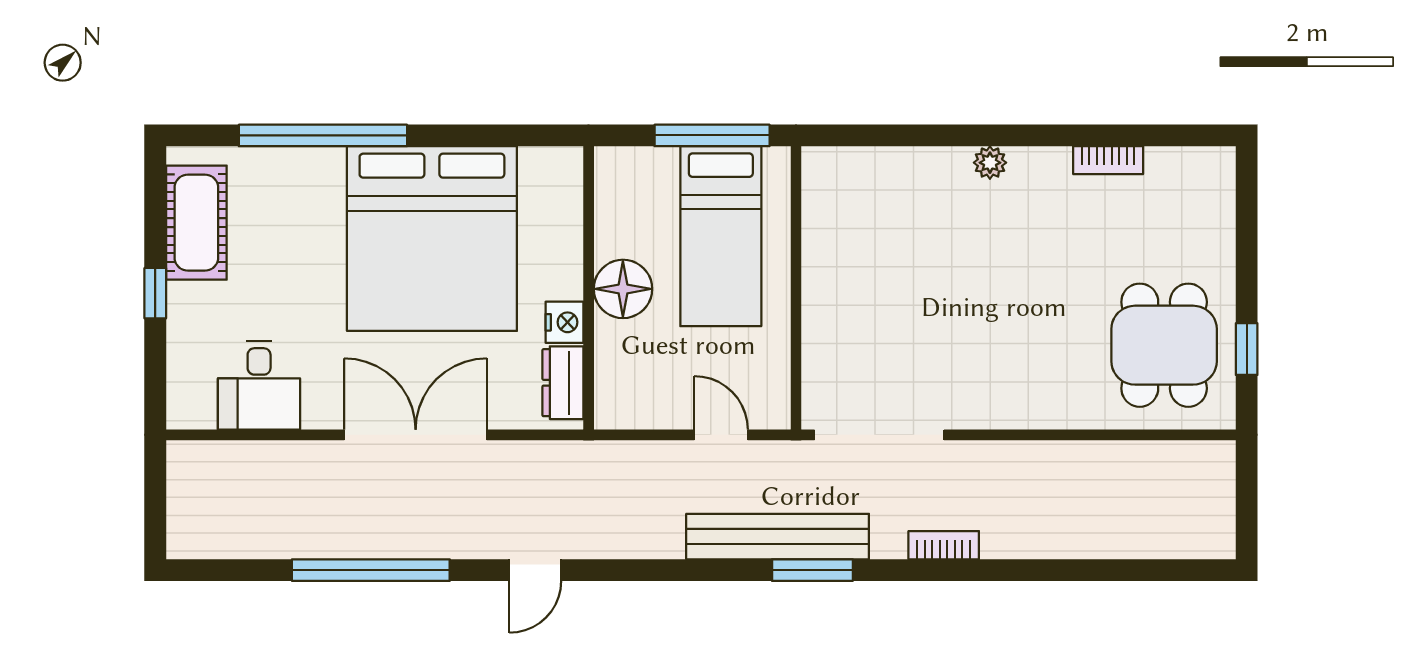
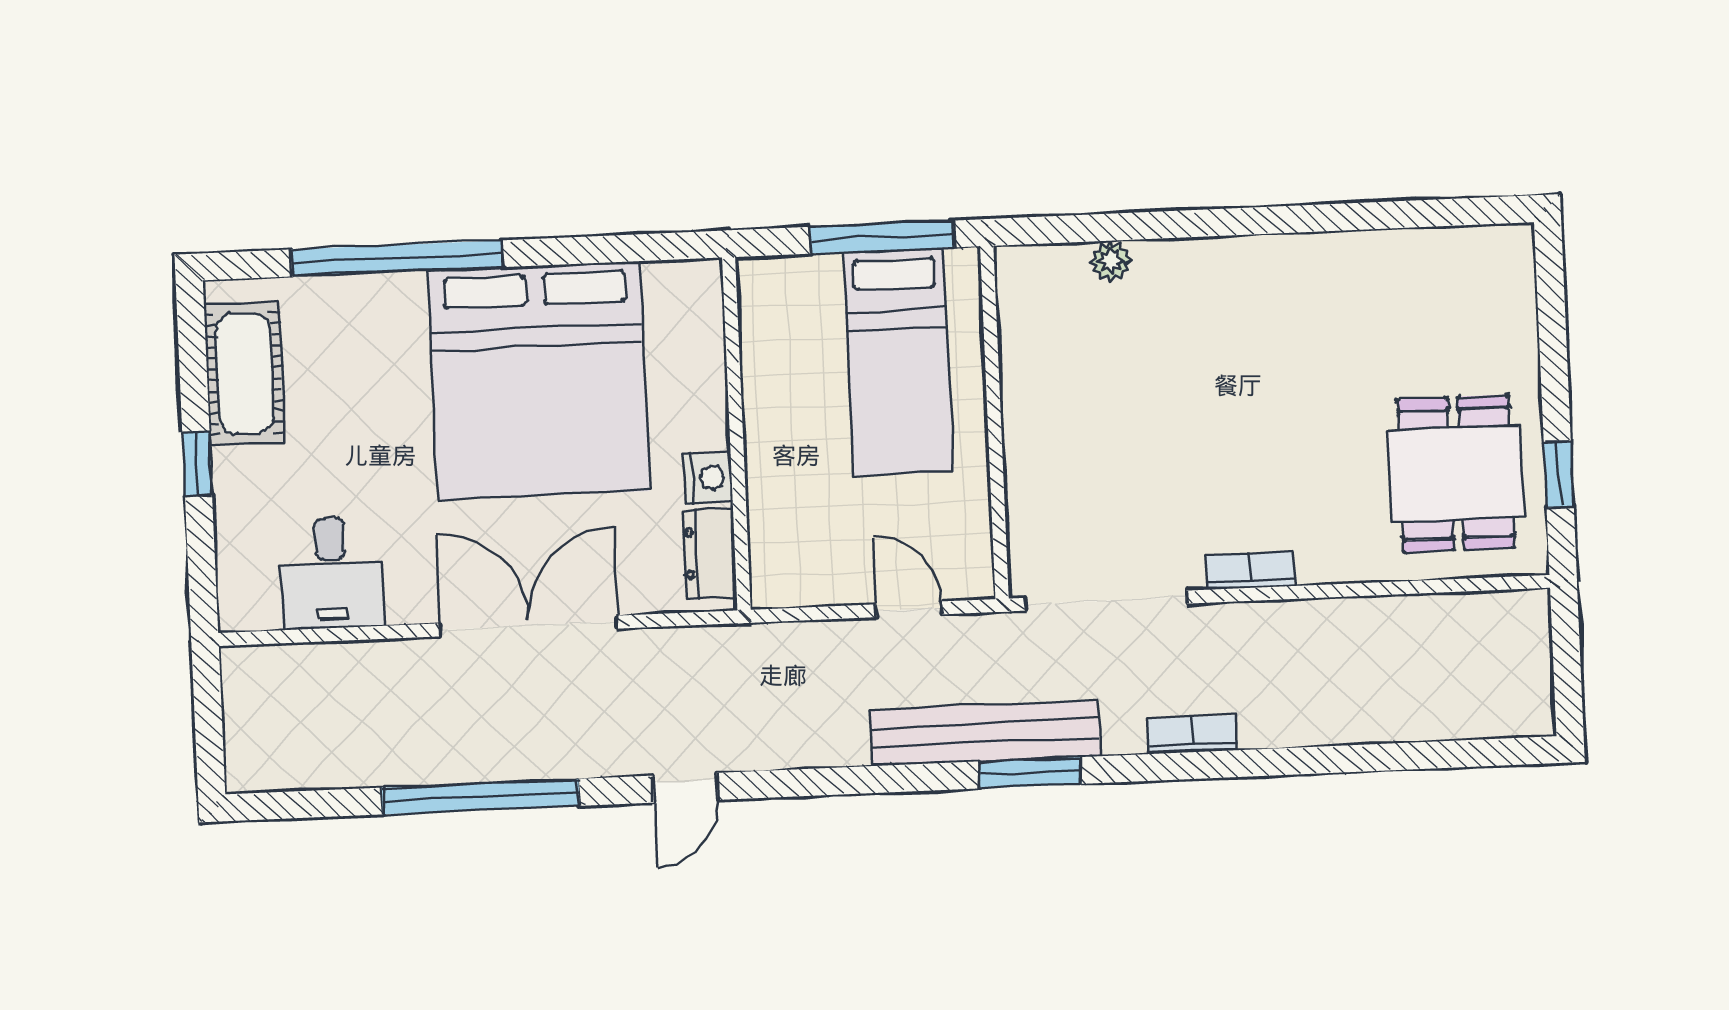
bookcase: (1108, 160) -> (1250, 571), moved, turned 180
plant: (990, 163) -> (1111, 261), moved
floor lamp: (623, 289) -> (779, 433), removed

